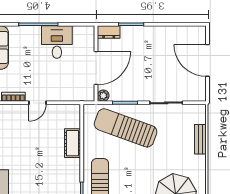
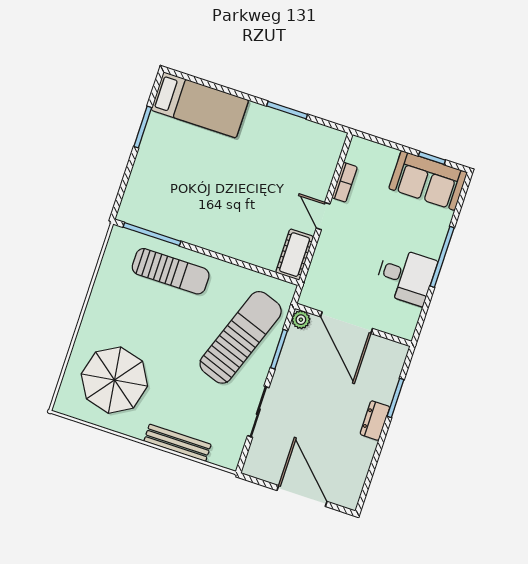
dresser: (109, 32) -> (375, 421), moved
door: (207, 60) -> (302, 496), hinge flipped
bench: (200, 139) -> (177, 443), width x1.36
cot: (72, 143) -> (295, 255), moved, turned 90

